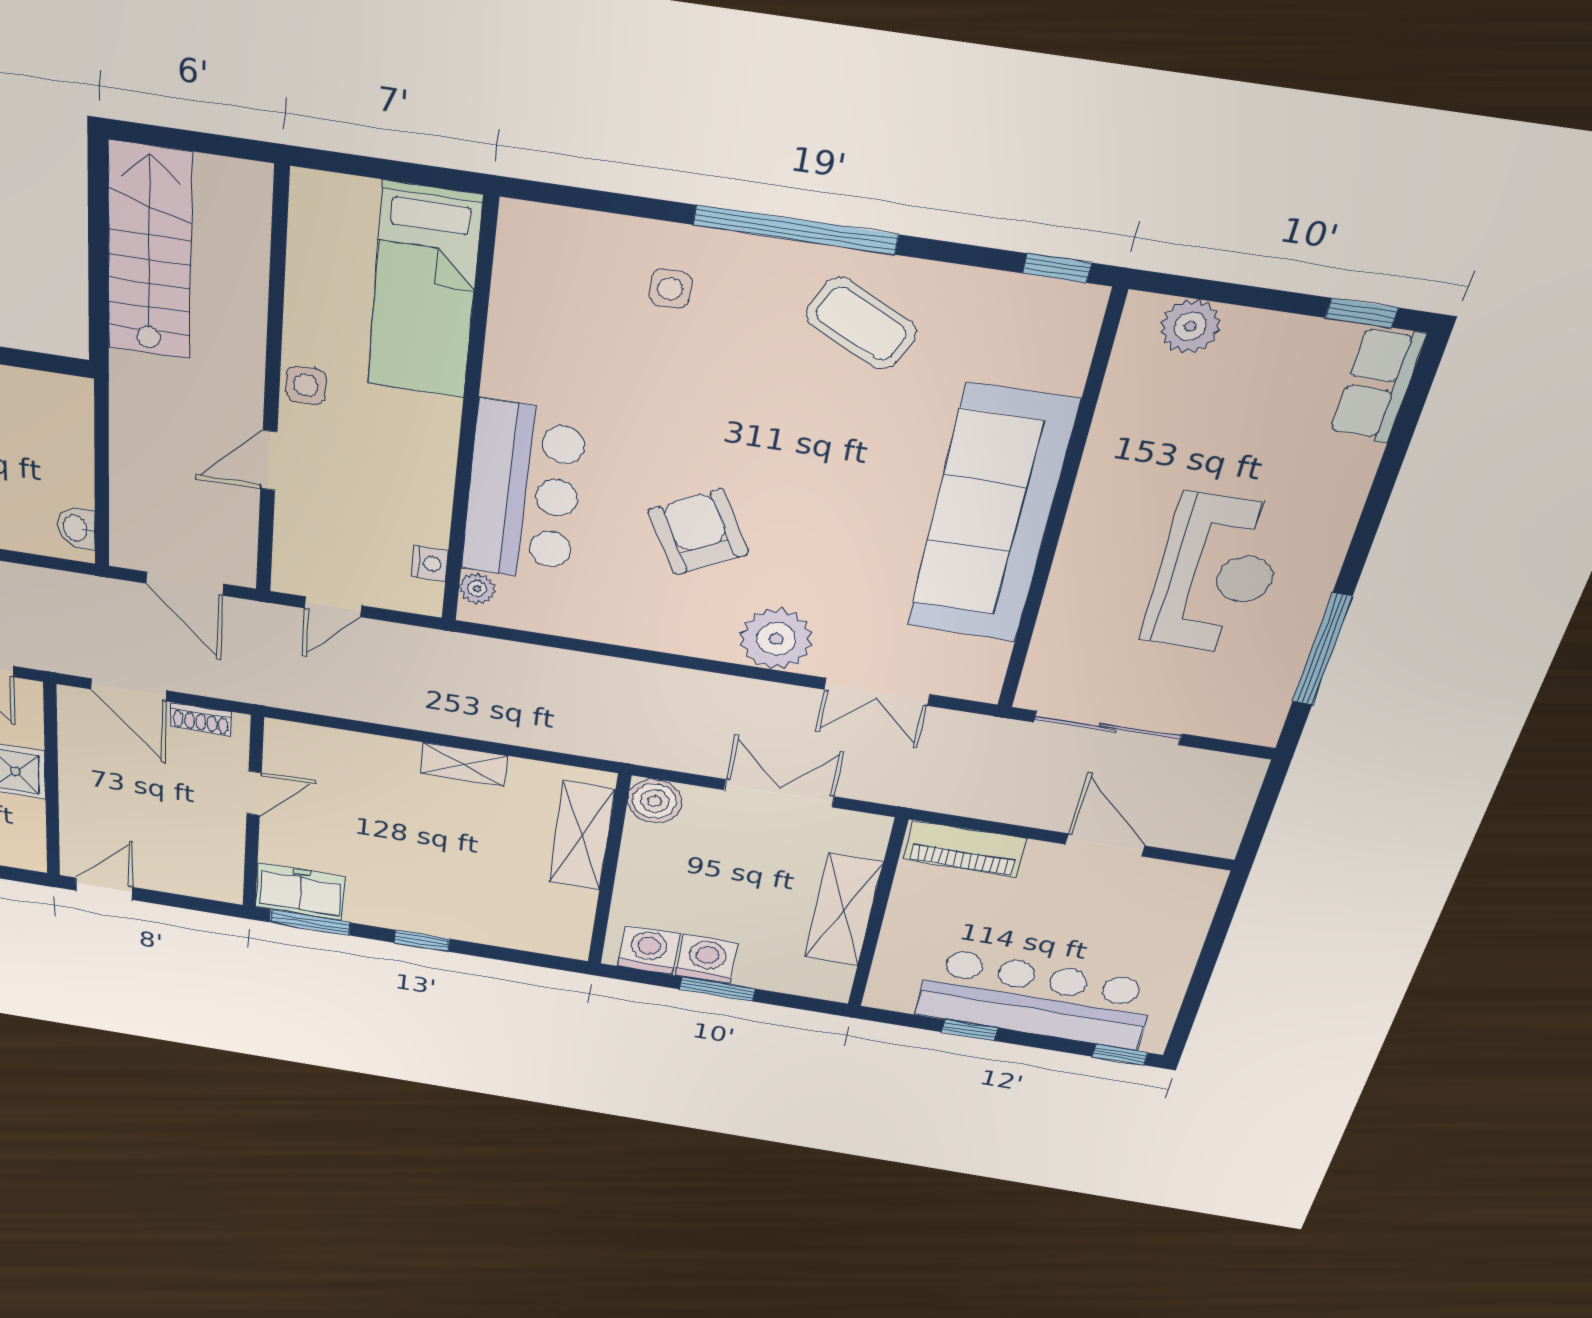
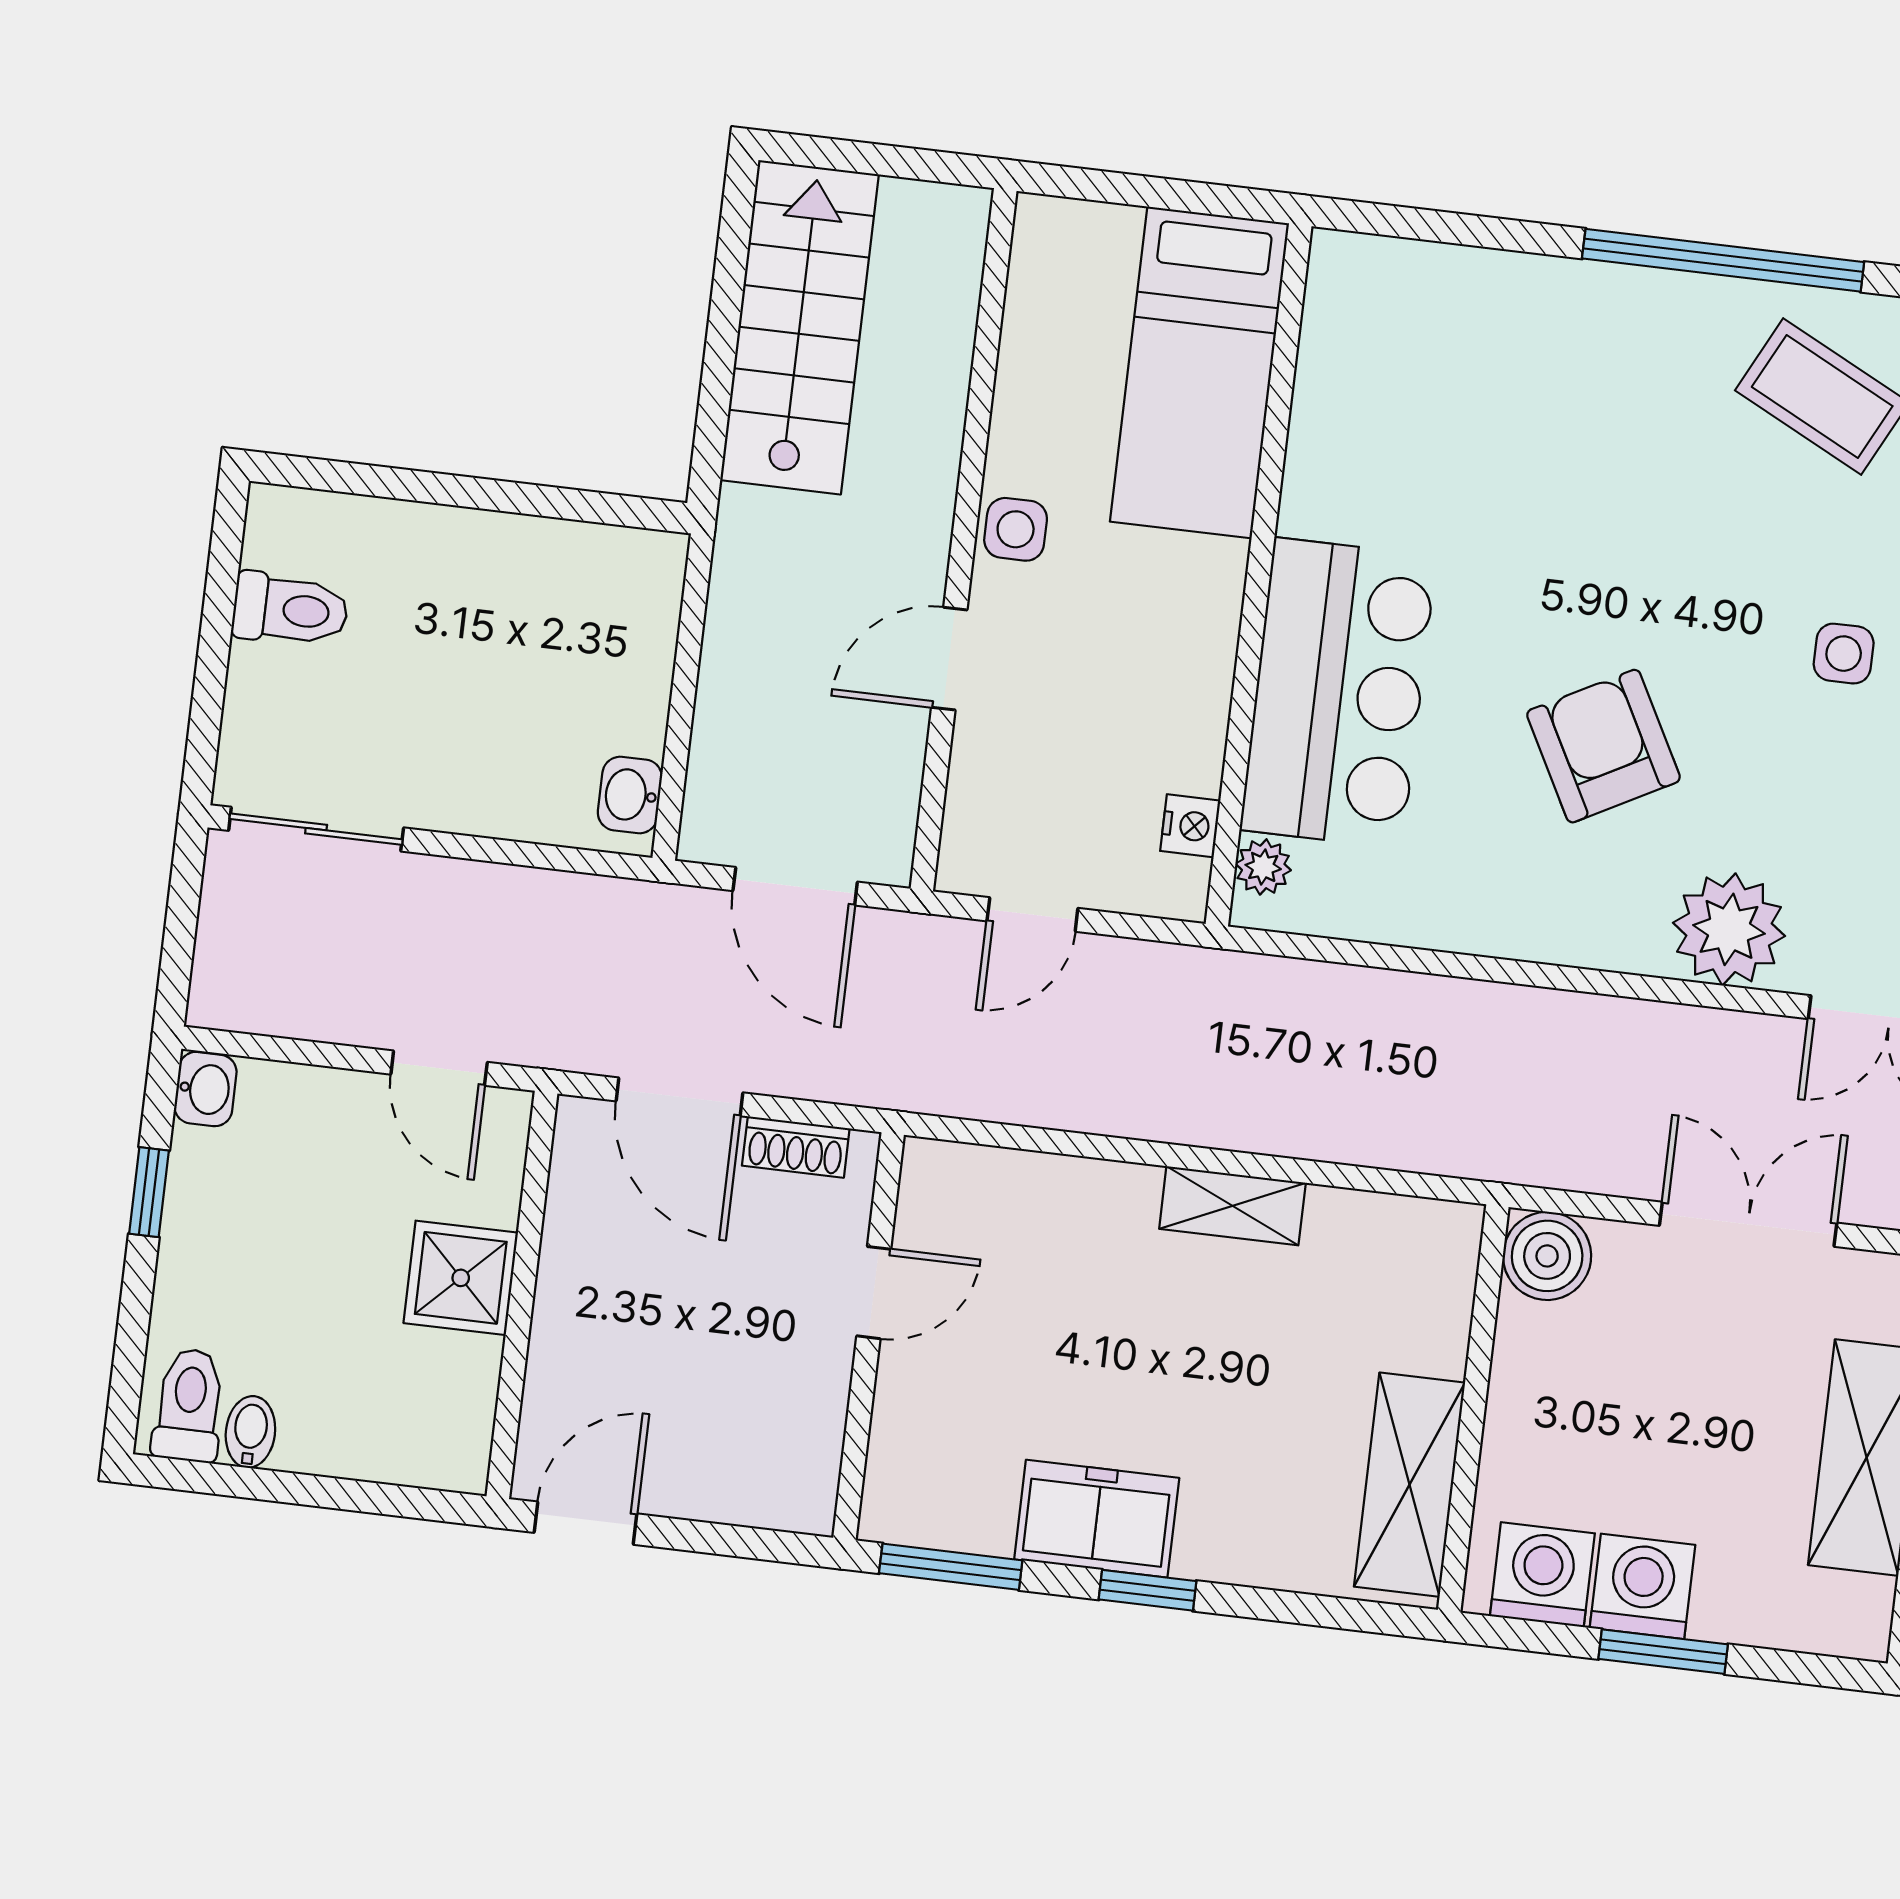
side table: (670, 289) -> (1844, 654), moved
shelving: (582, 836) -> (1410, 1485), moved
freezer: (300, 892) -> (1097, 1519), moved

